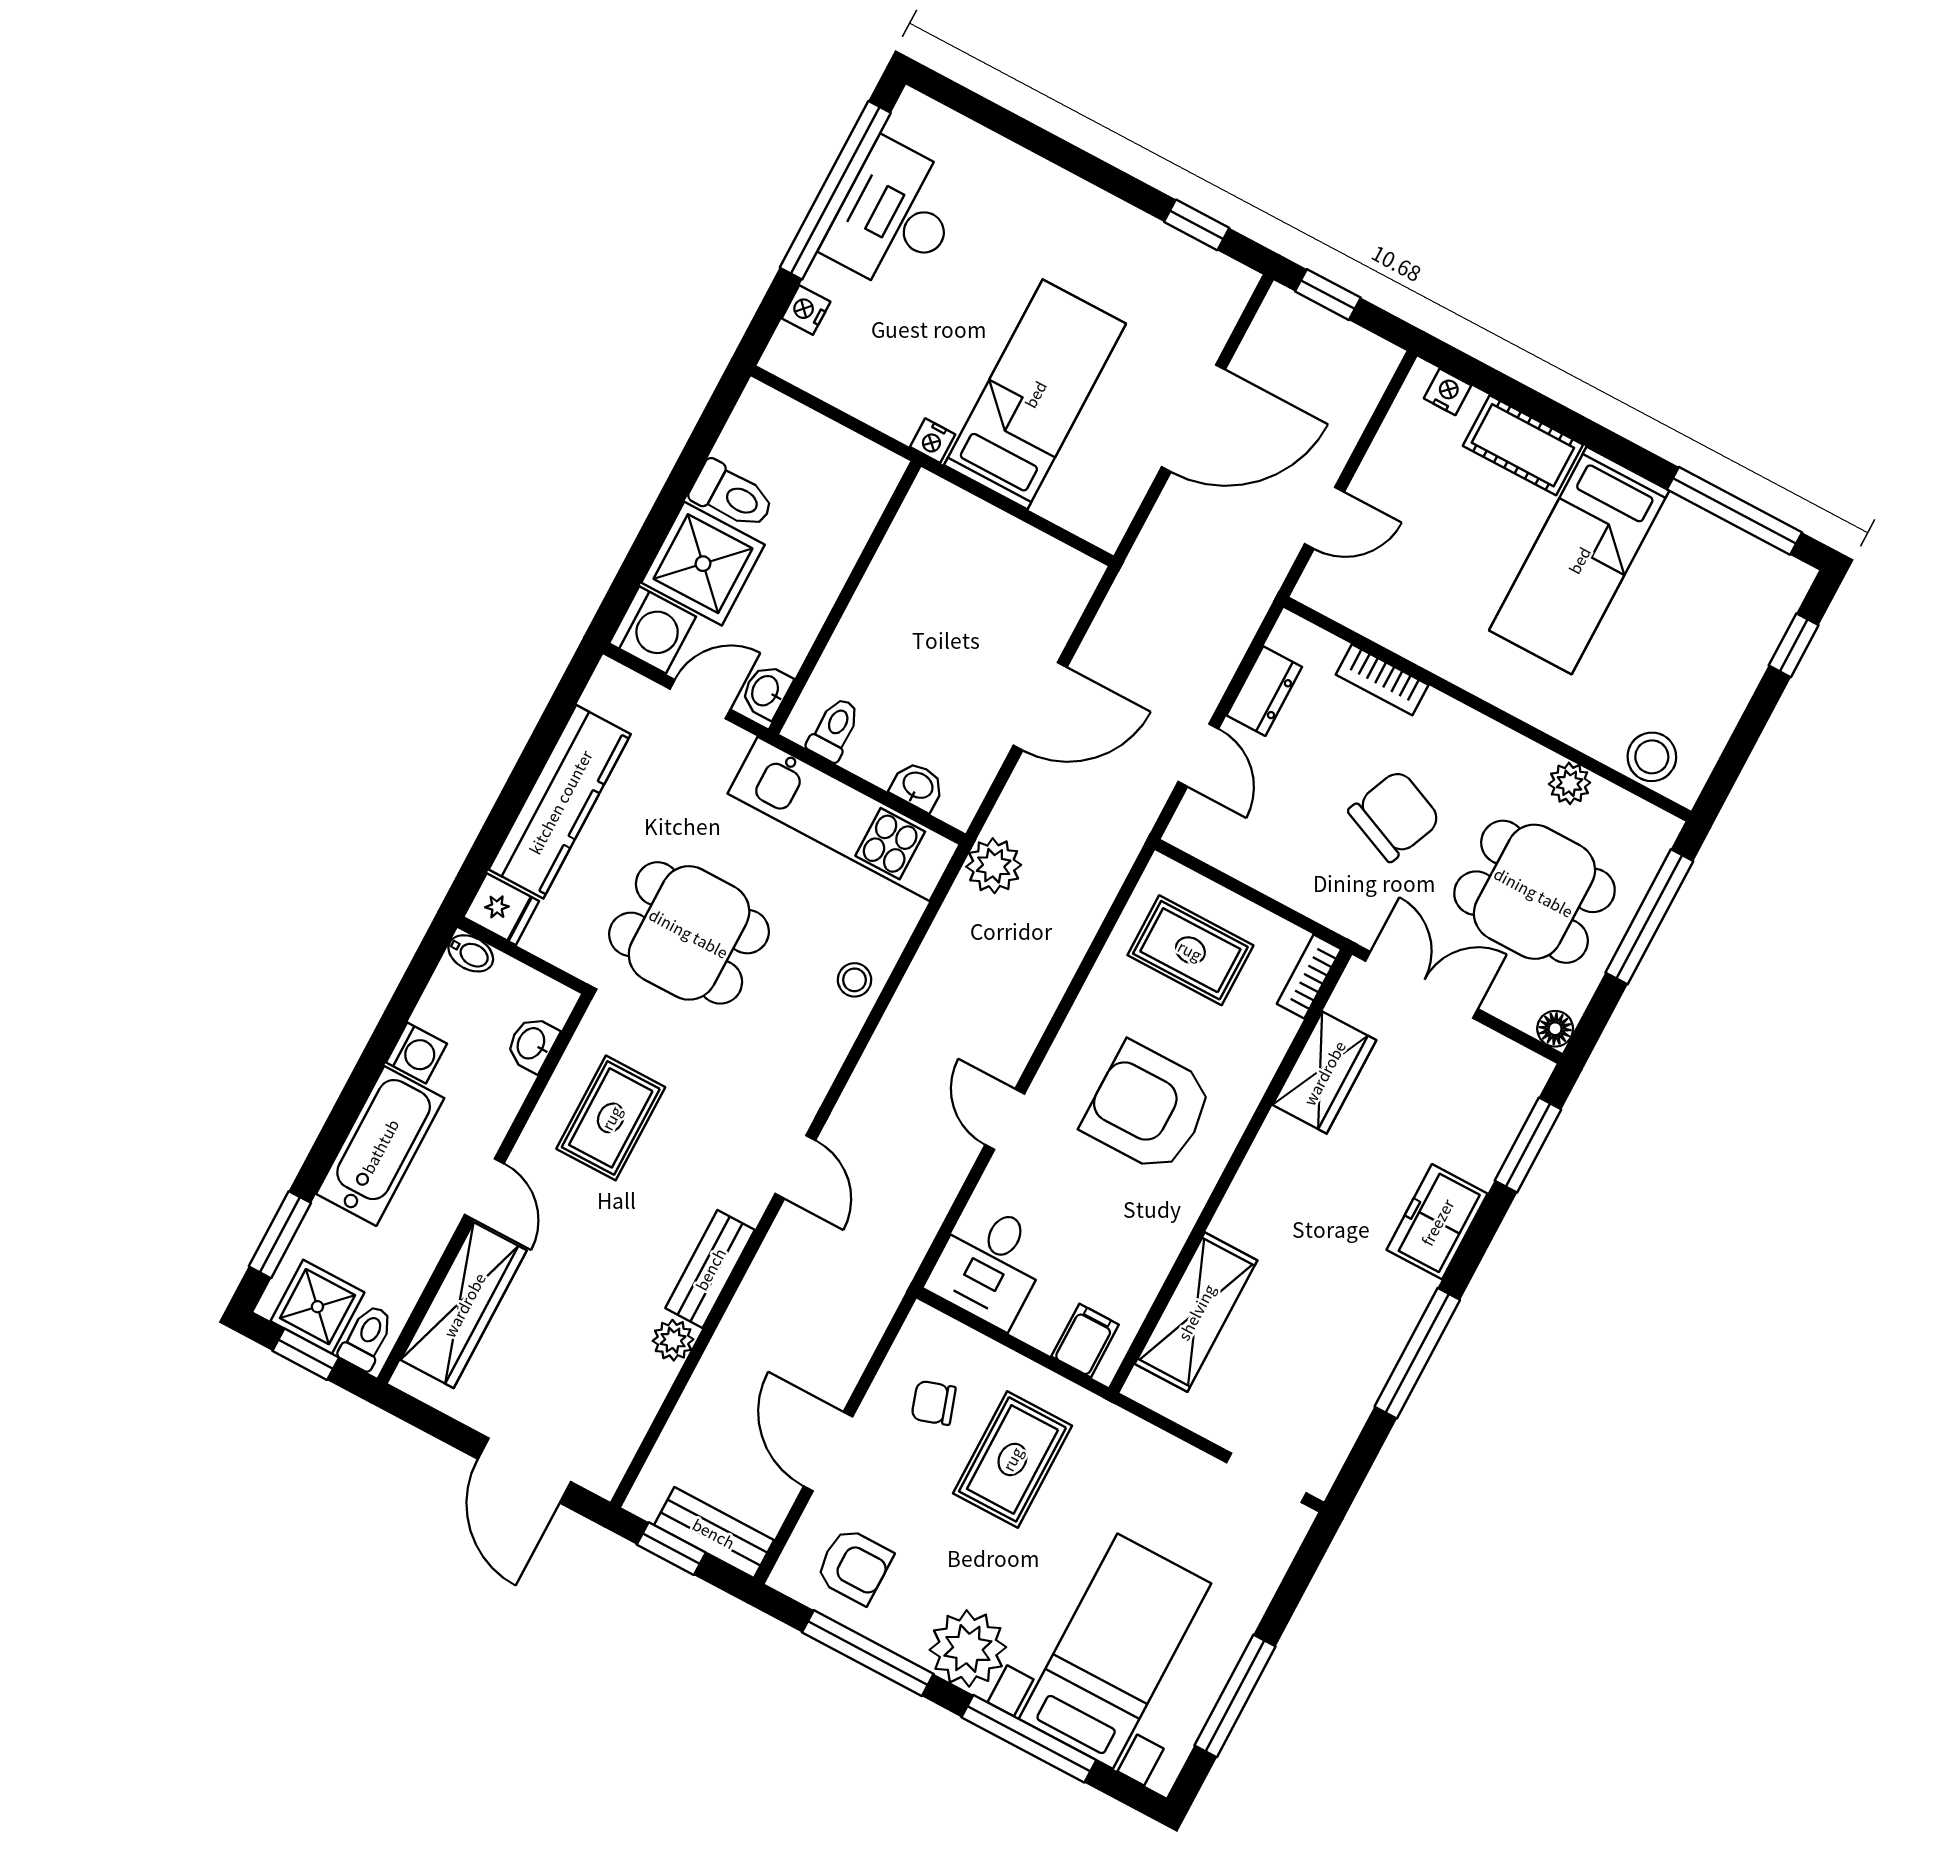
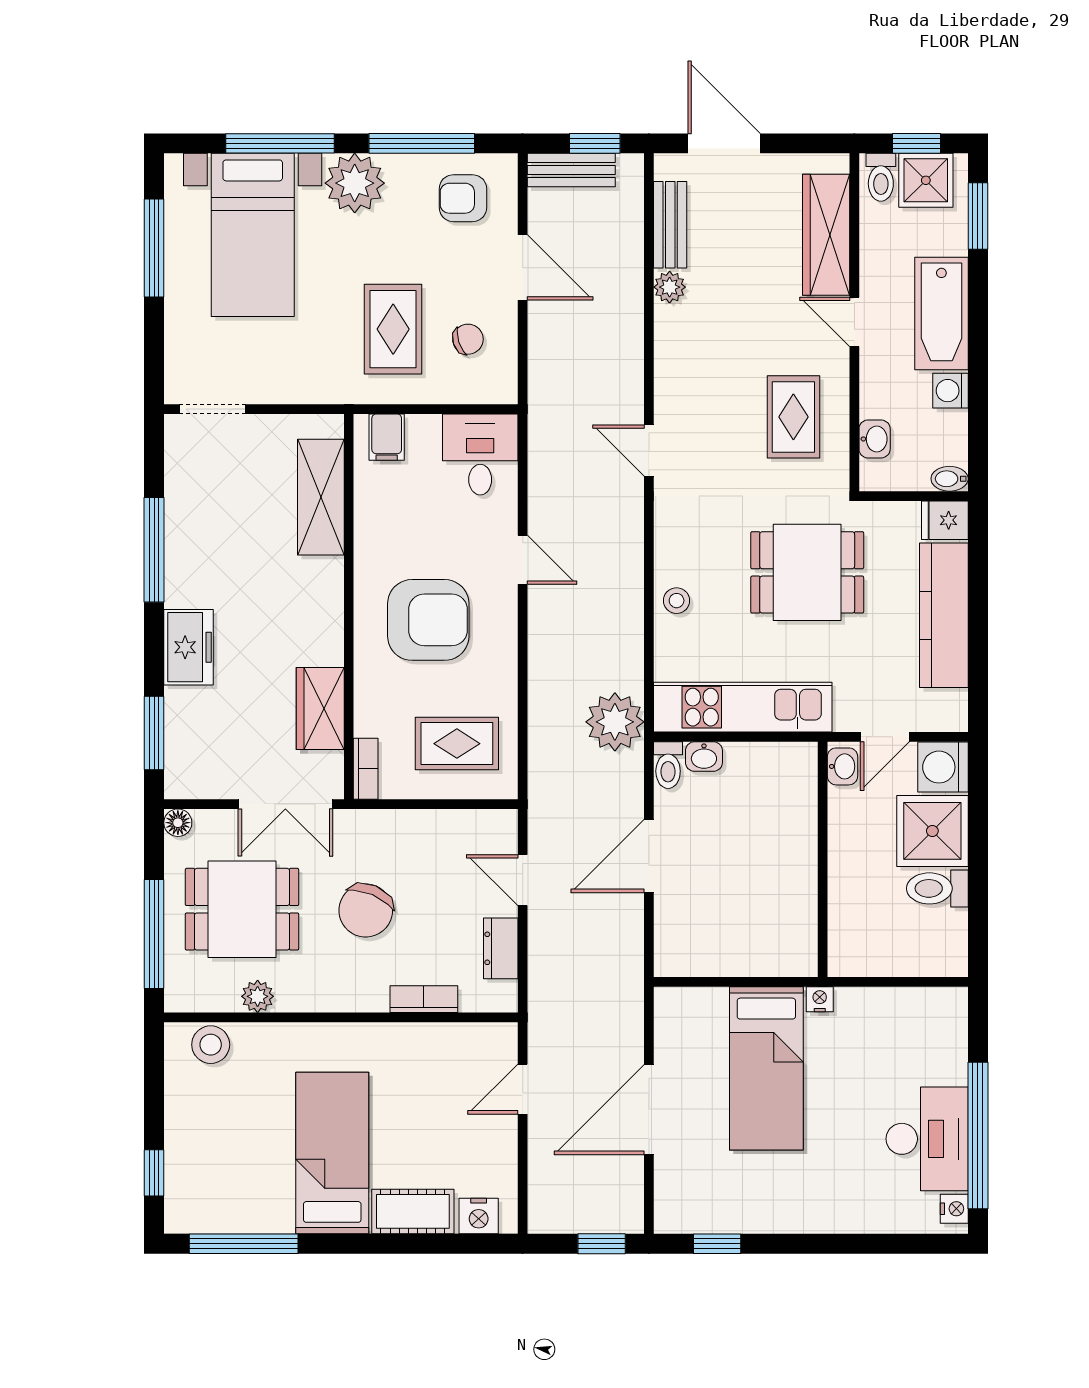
nightstand: (806, 310) -> (954, 1209), moved
nightstand: (1448, 392) -> (479, 1216), width x1.39, depth x1.35
toilet: (834, 729) -> (668, 765), moved
plant: (994, 866) -> (615, 722), width x1.36, depth x1.36
bench: (710, 1269) -> (670, 225), moved

